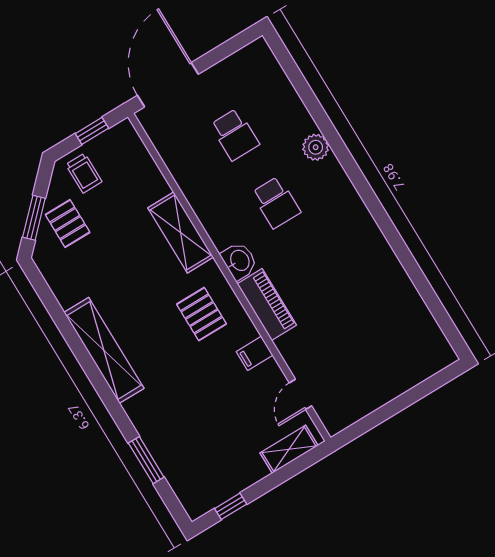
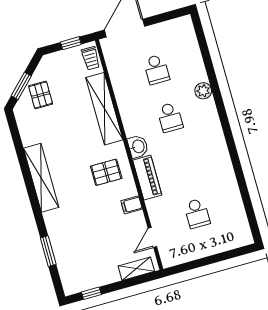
trolley: (84, 173) -> (91, 58), moved
shelving: (181, 232) -> (104, 109), width x1.47
pallet: (201, 314) -> (106, 172), turned 90
school desk: (359, 338) -> (197, 213), added

